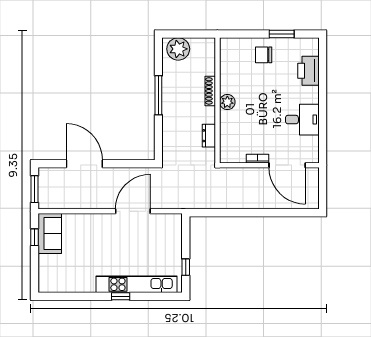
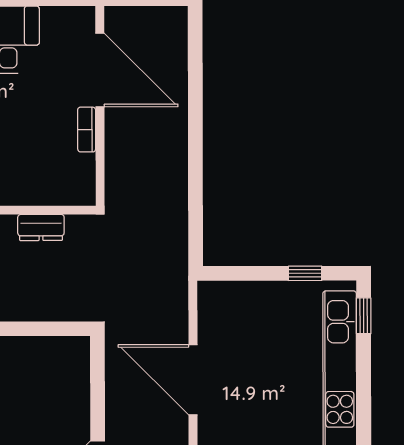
door: (287, 165) -> (100, 70), hinge flipped
window: (121, 296) -> (364, 316), moved

